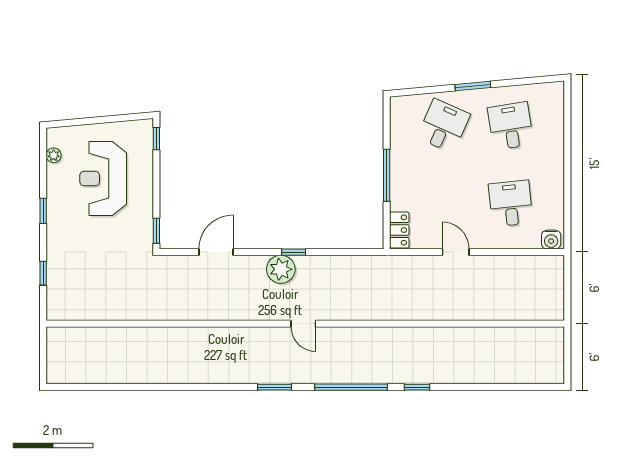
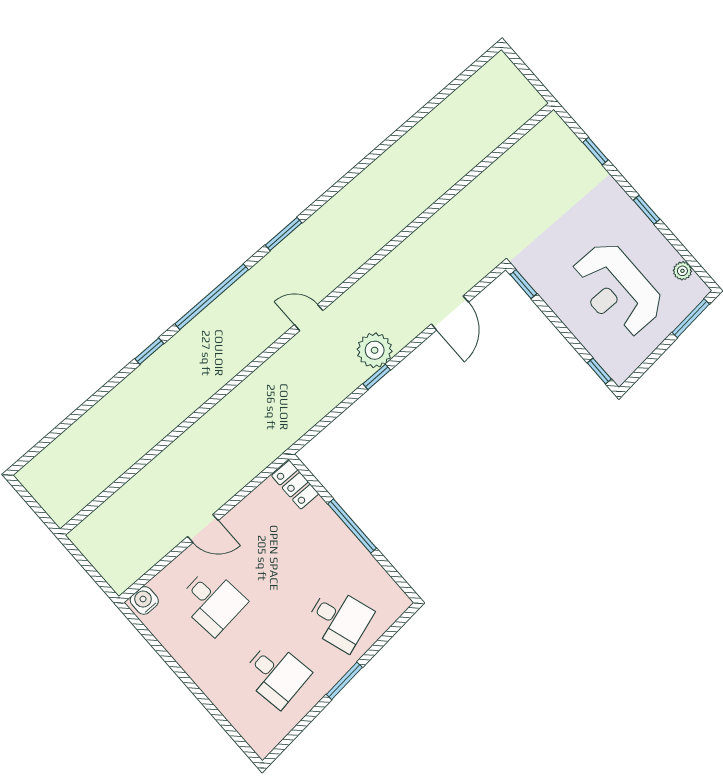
window: (74, 122) -> (691, 318), added
desk: (444, 126) -> (339, 619), turned -42
reception desk: (103, 178) -> (617, 290), turned 180
door: (456, 252) -> (203, 529), moved

